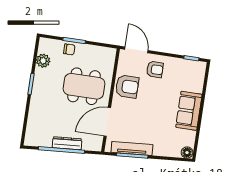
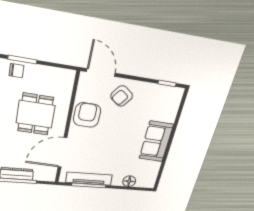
armchair: (155, 69) -> (122, 96), turned 126
dining table: (84, 86) -> (35, 114), width x0.73
armchair: (127, 87) -> (87, 115), turned -90
floor lamp: (187, 153) -> (129, 181), moved

